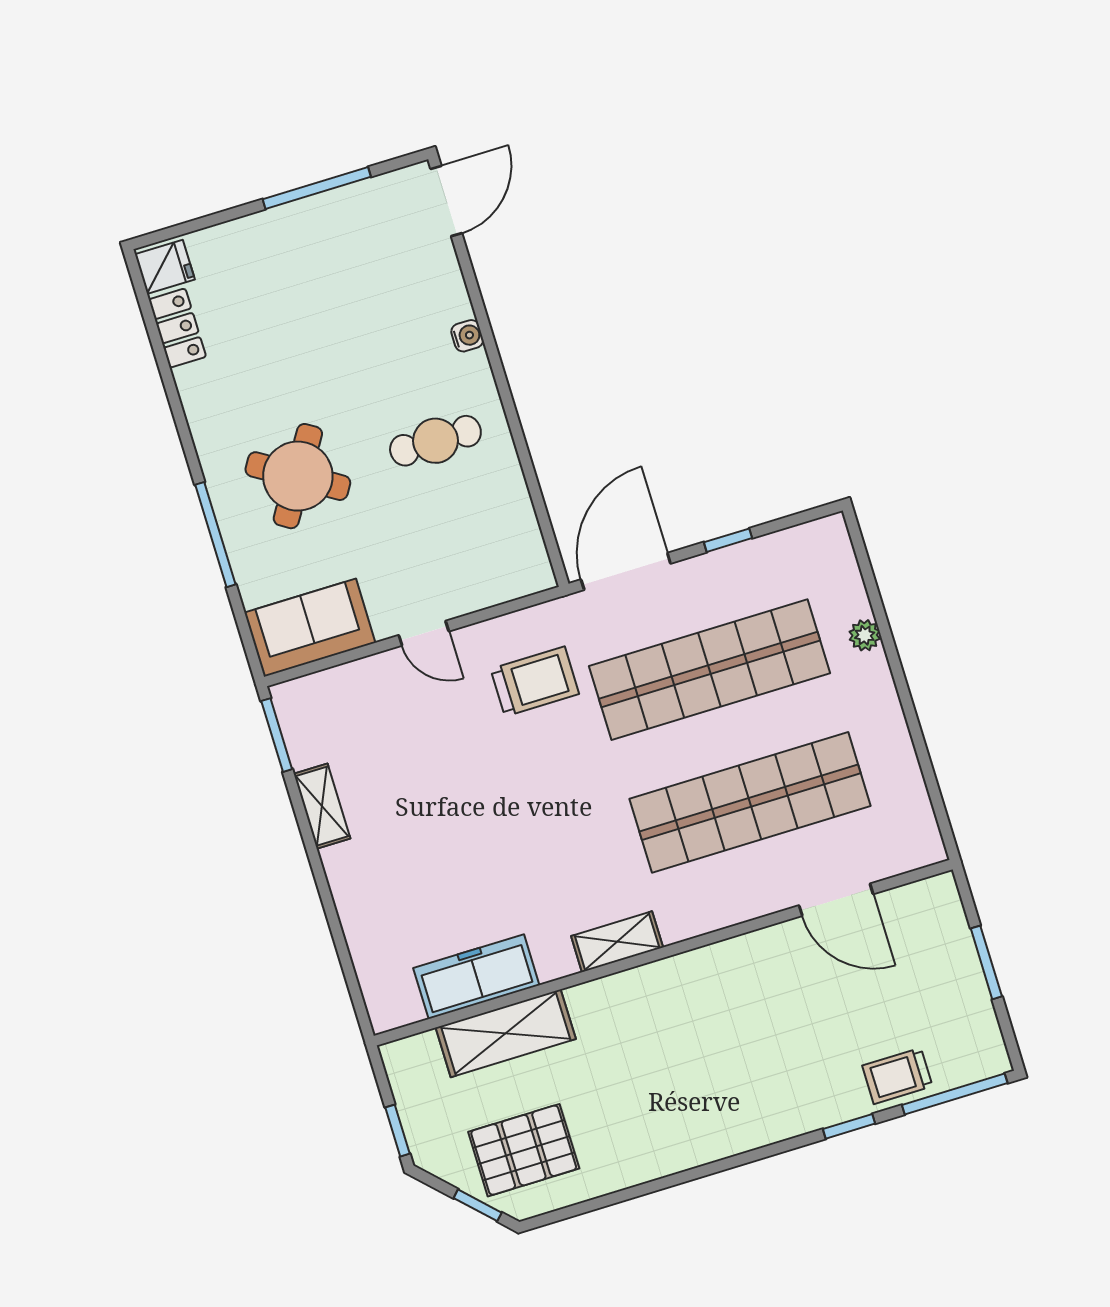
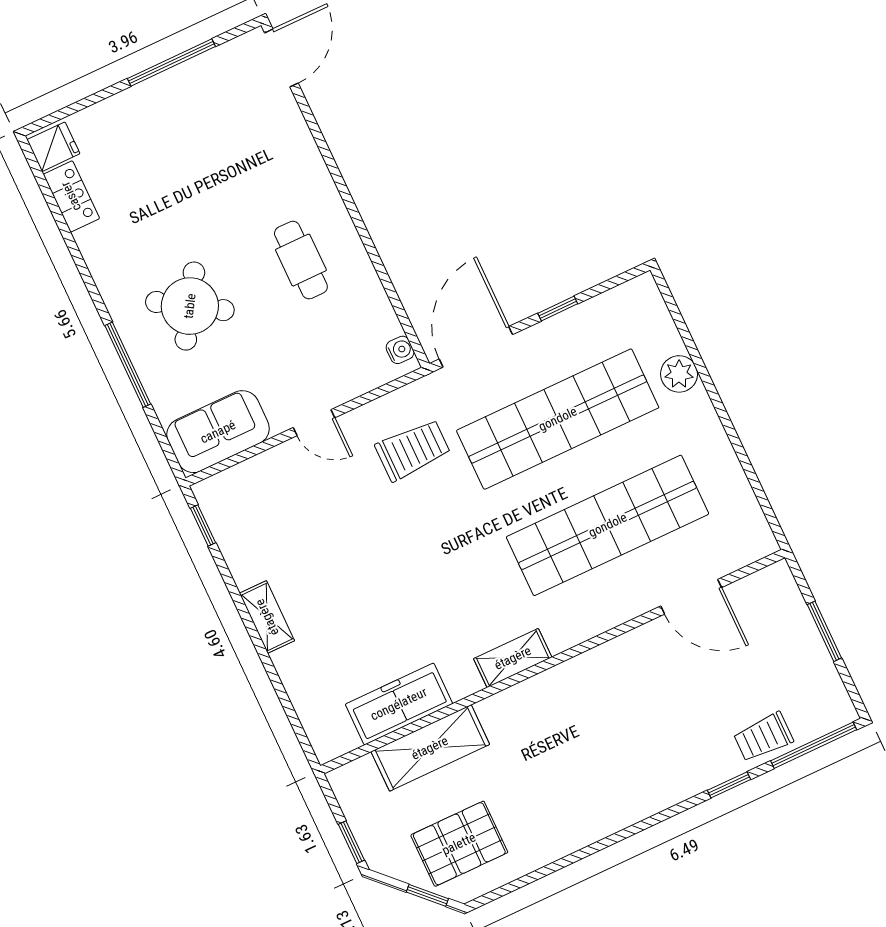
water cooler: (467, 336) -> (400, 350), moved
cafe table: (435, 441) -> (301, 260), turned 90
plant: (865, 635) -> (679, 374), width x1.38, depth x1.38
window: (277, 735) -> (203, 526), width x0.67
shelving: (322, 806) -> (267, 617), moved

